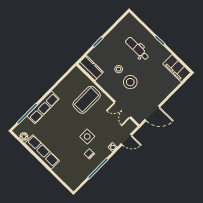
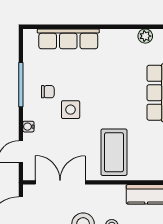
double door: (123, 110) -> (60, 182), width x1.37
row of seats: (42, 152) -> (68, 39), moved

